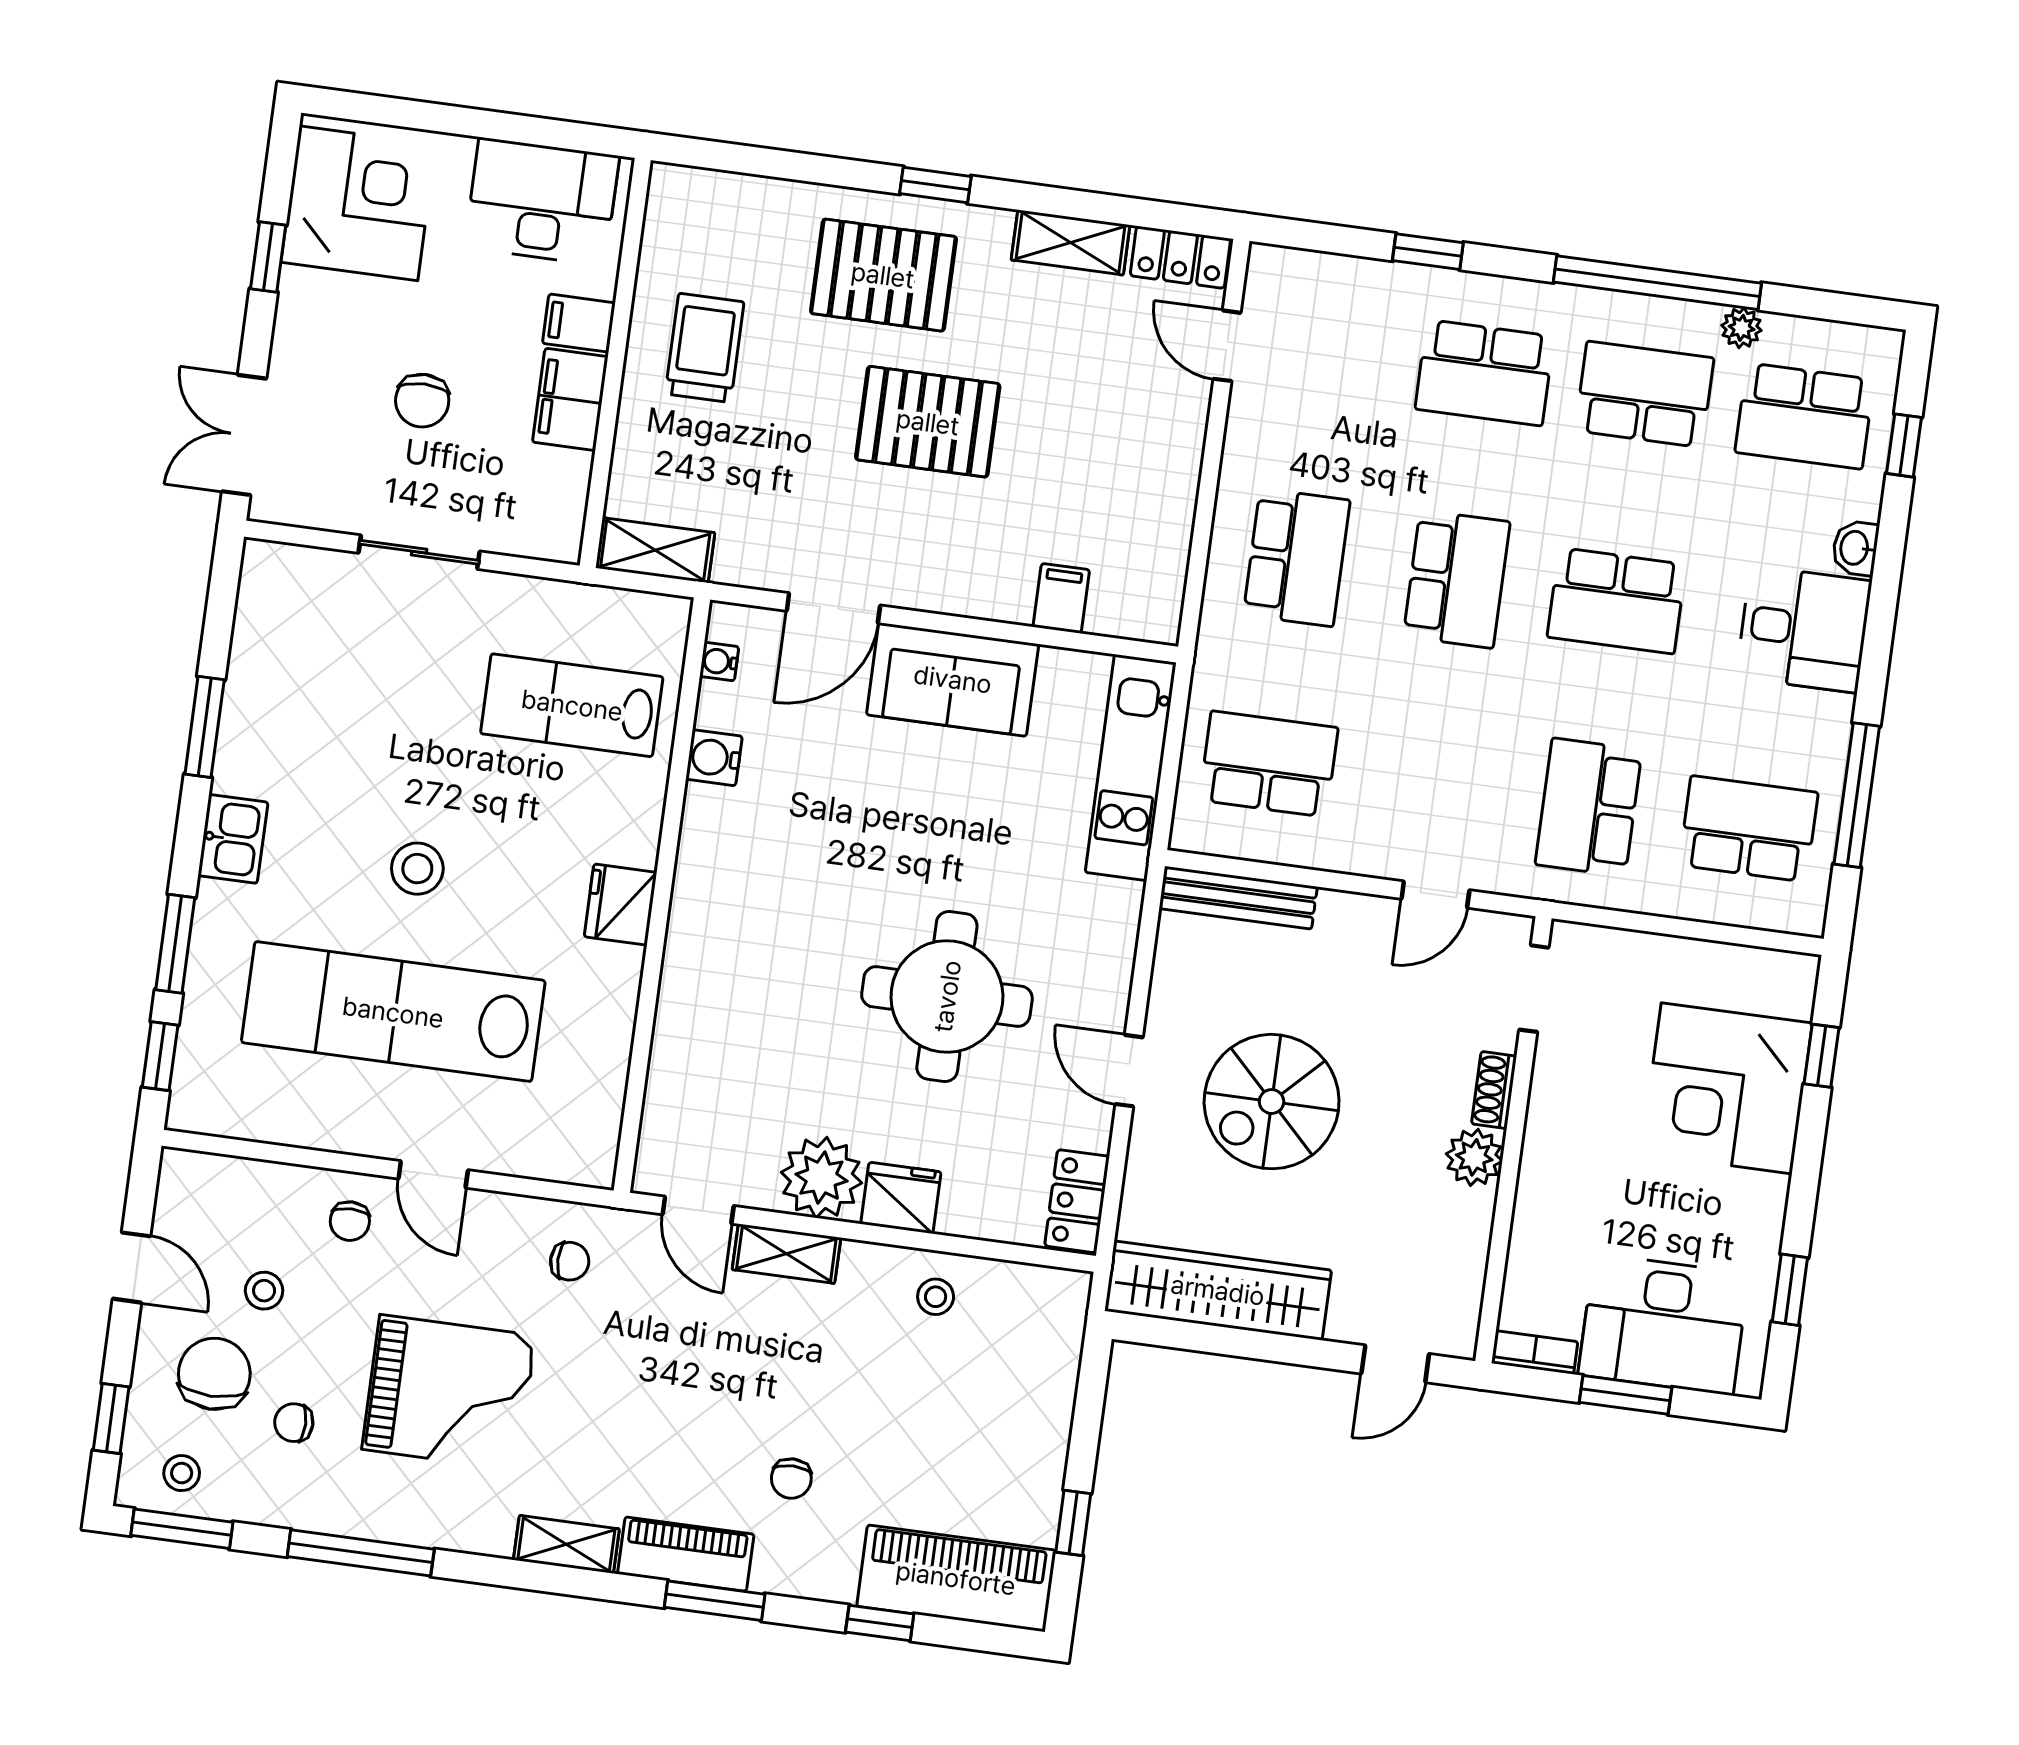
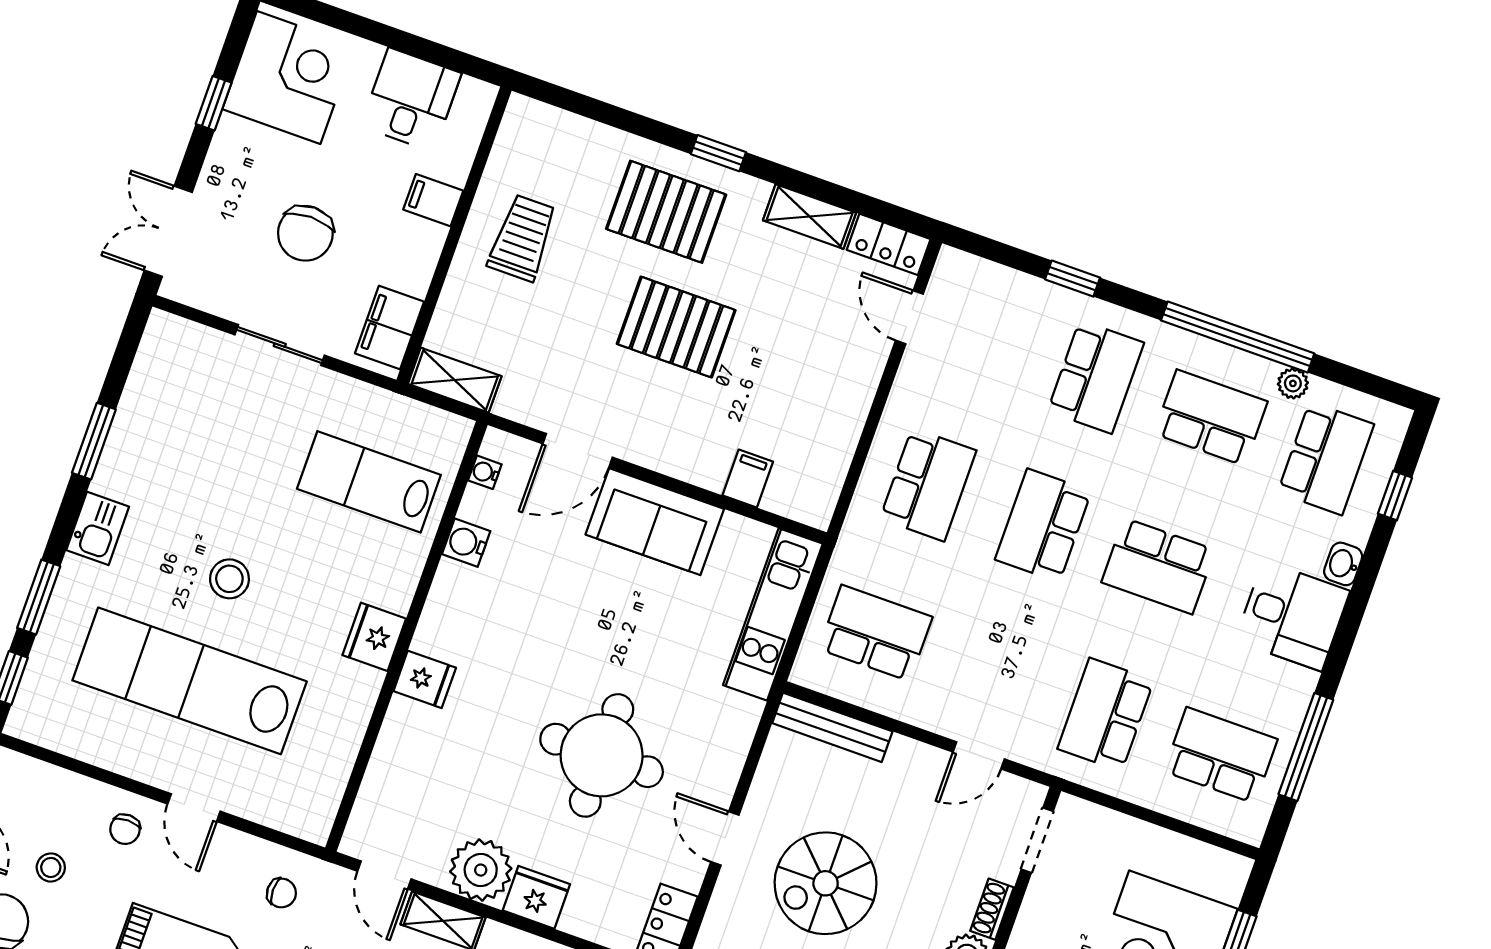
desk: (542, 202) -> (411, 100), width x0.73
school desk: (1484, 373) -> (1096, 377), turned -90
filing cabinet: (570, 399) -> (390, 328), moved
chair: (422, 401) -> (305, 233), width x1.37, depth x1.37
school desk: (1804, 416) -> (1326, 458), turned -90
school desk: (1457, 579) -> (1043, 525), turned 180
fridge: (697, 946) -> (425, 679), added

